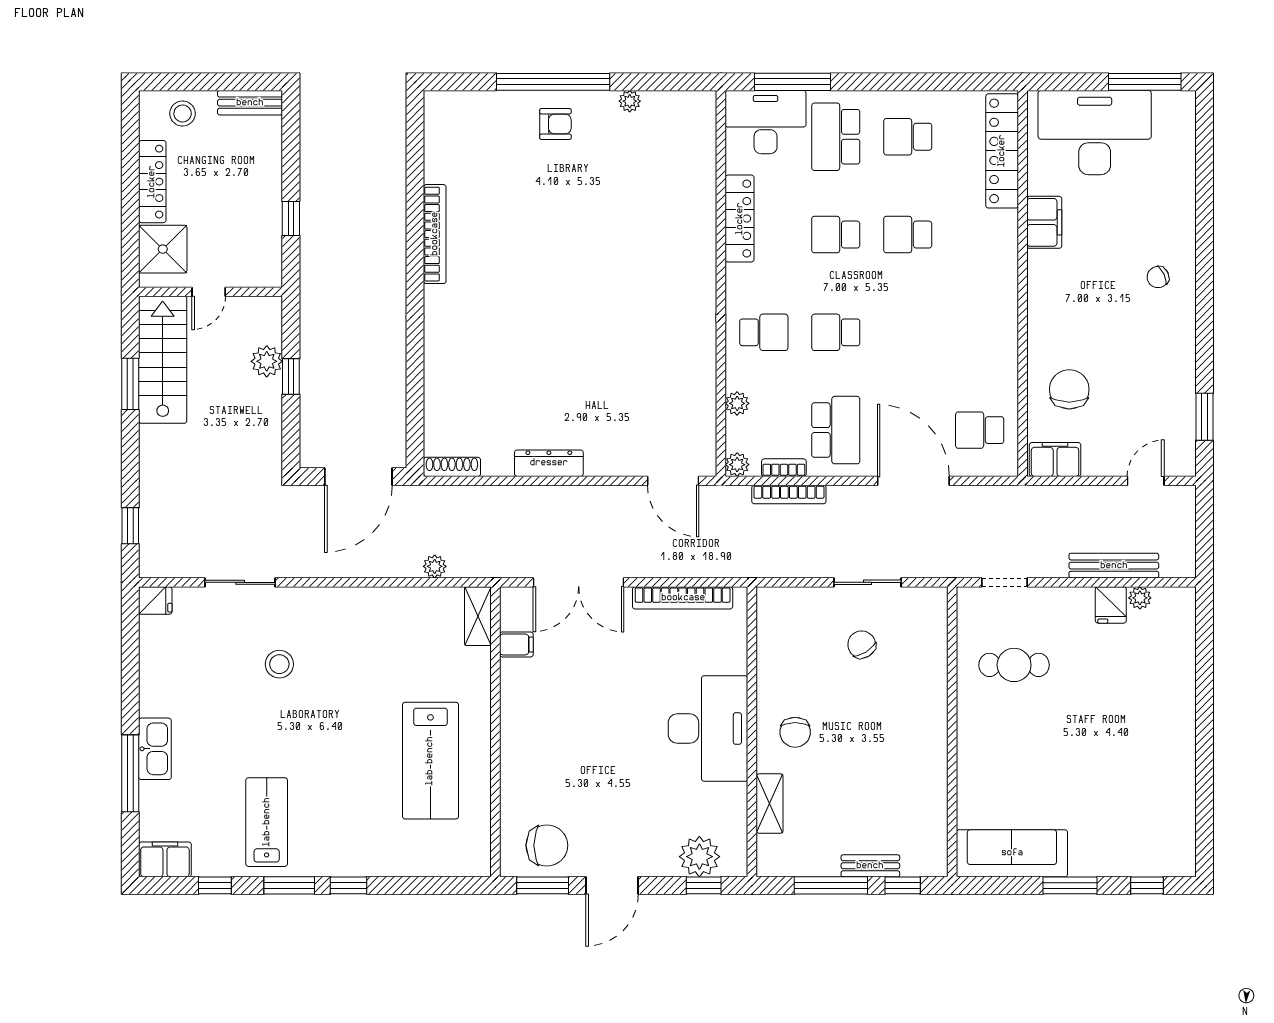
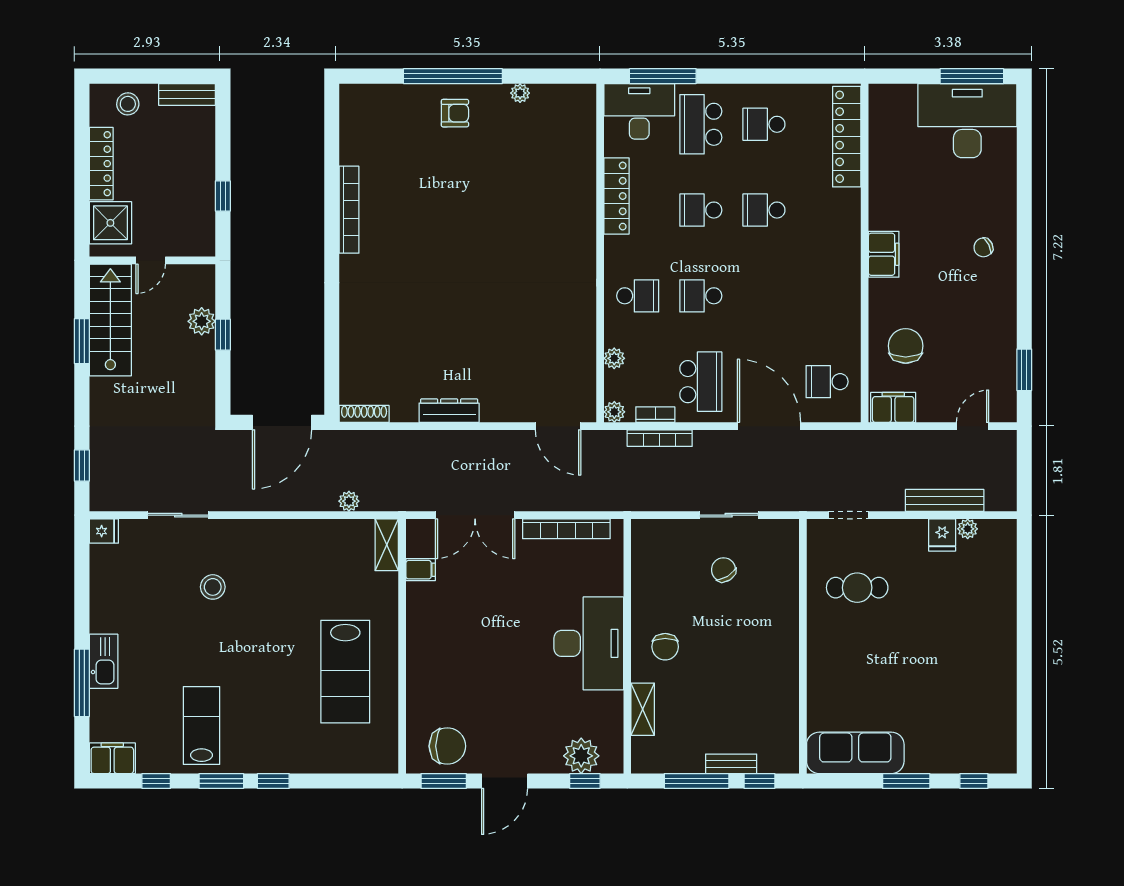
desk: (1095, 133) -> (967, 121), moved
filing cabinet: (1044, 222) -> (884, 254), moved

